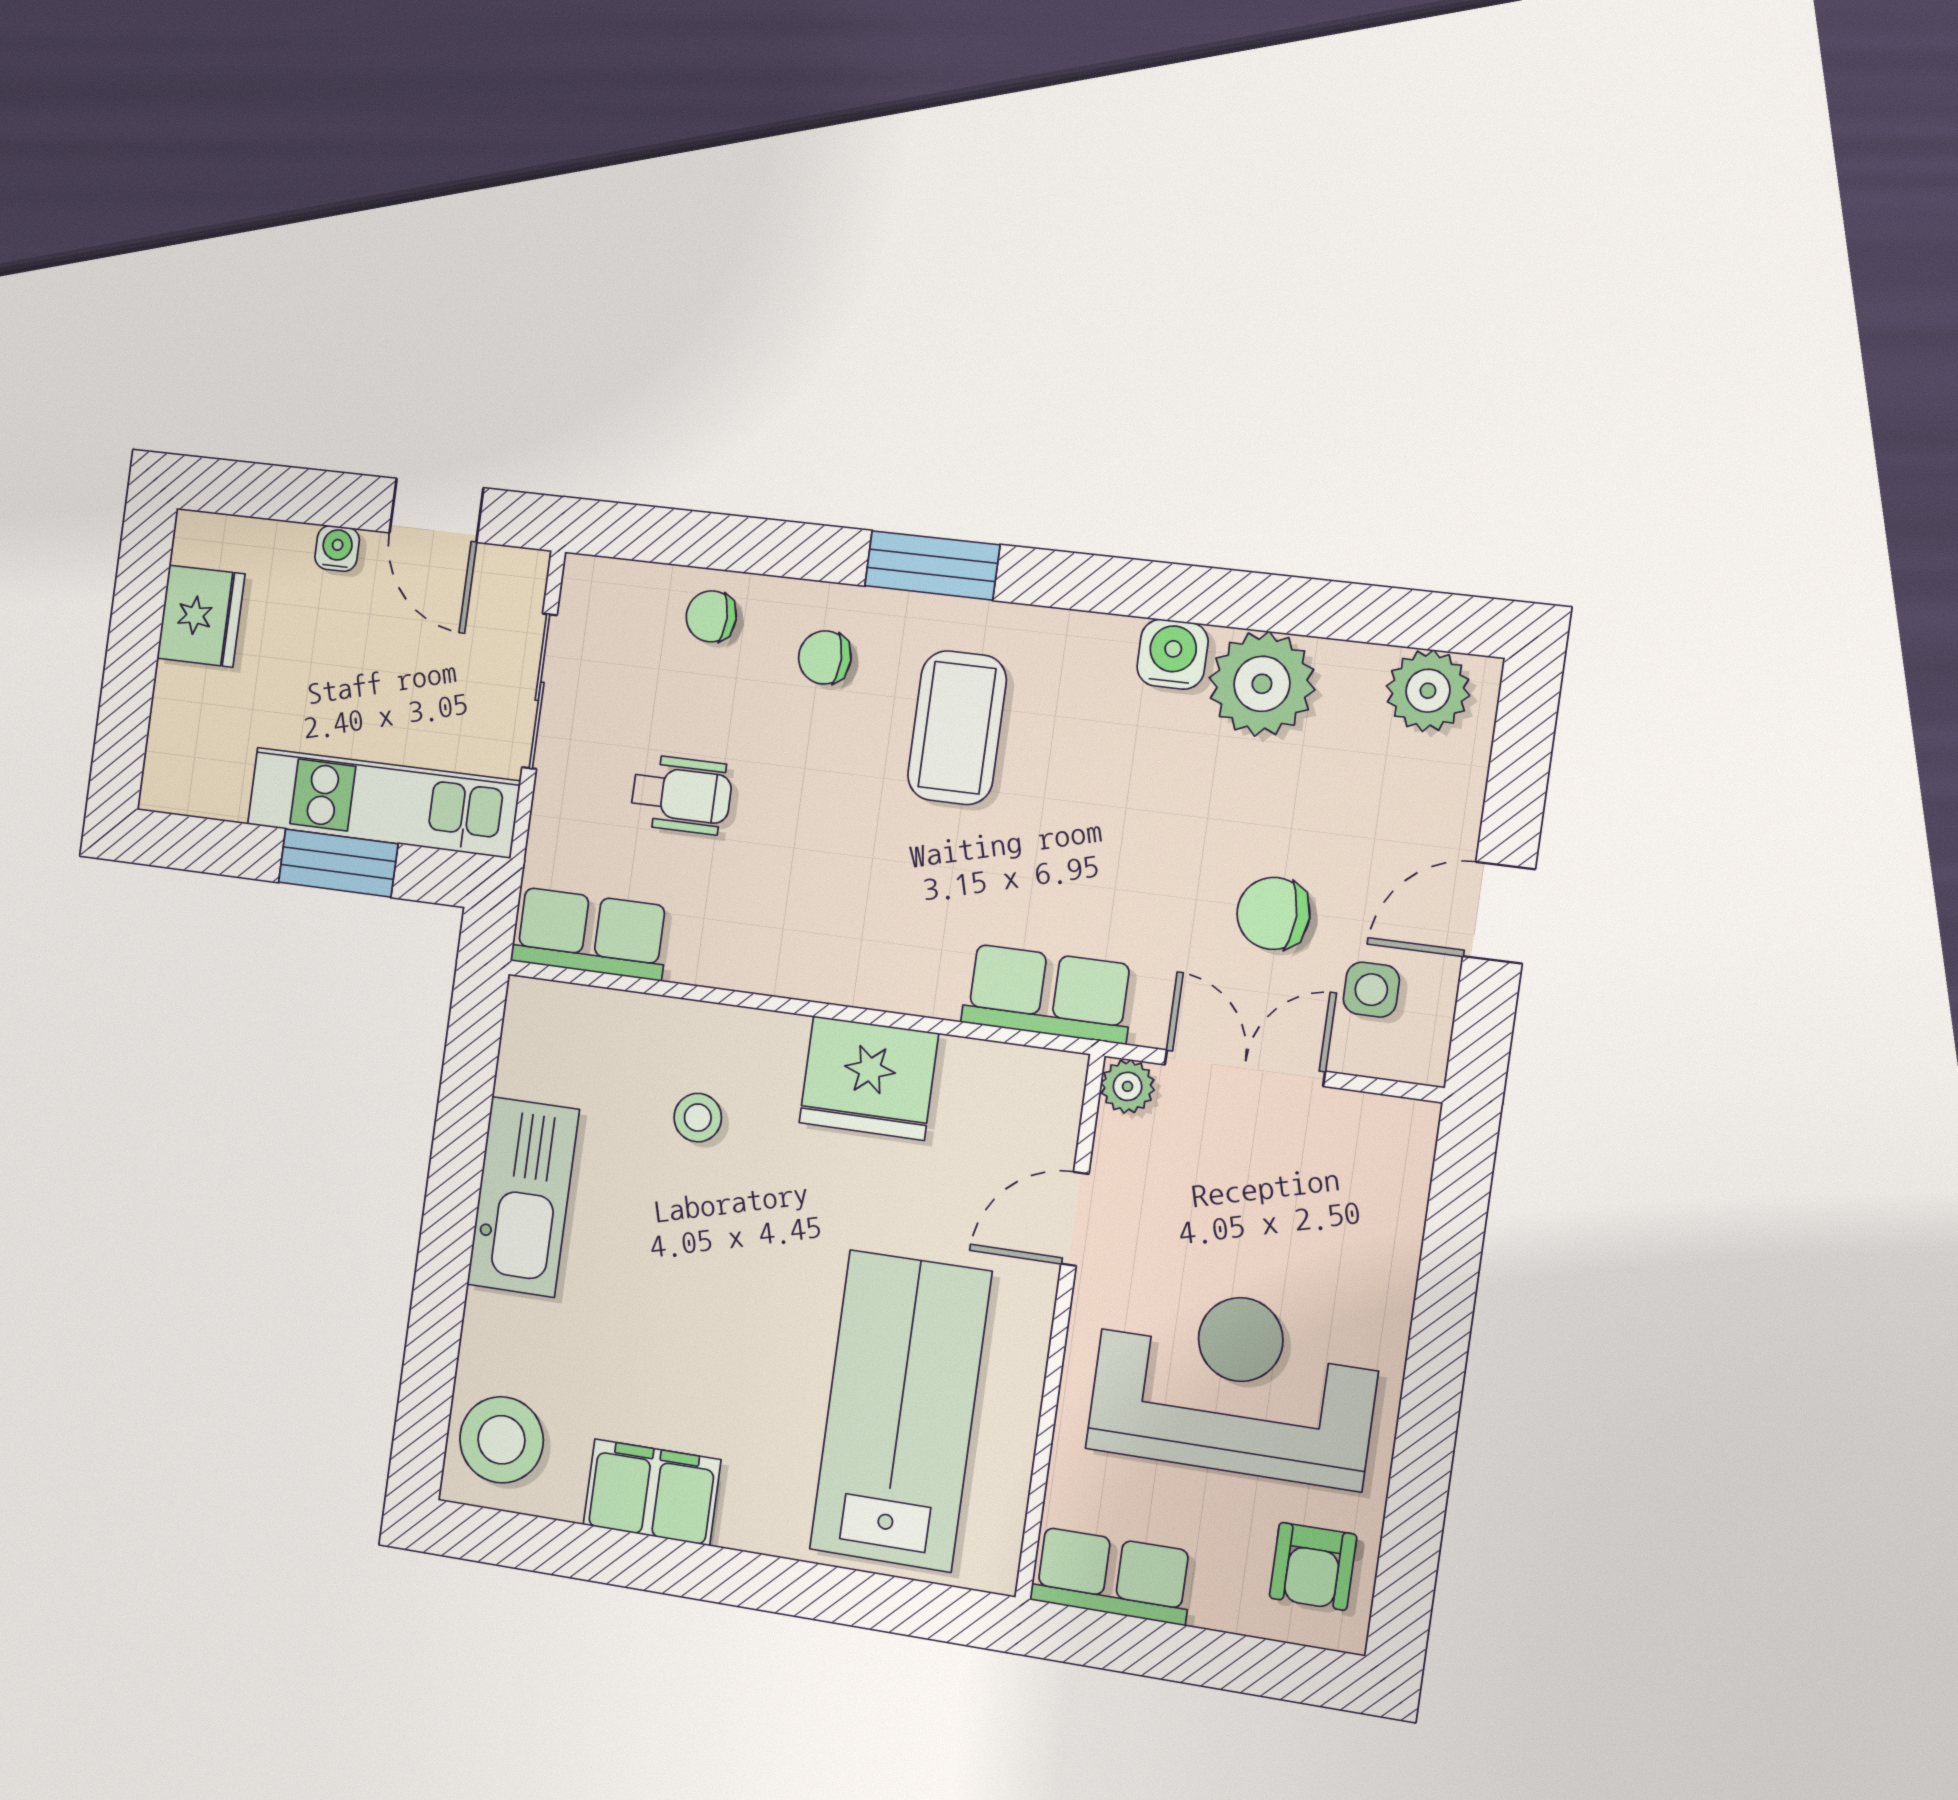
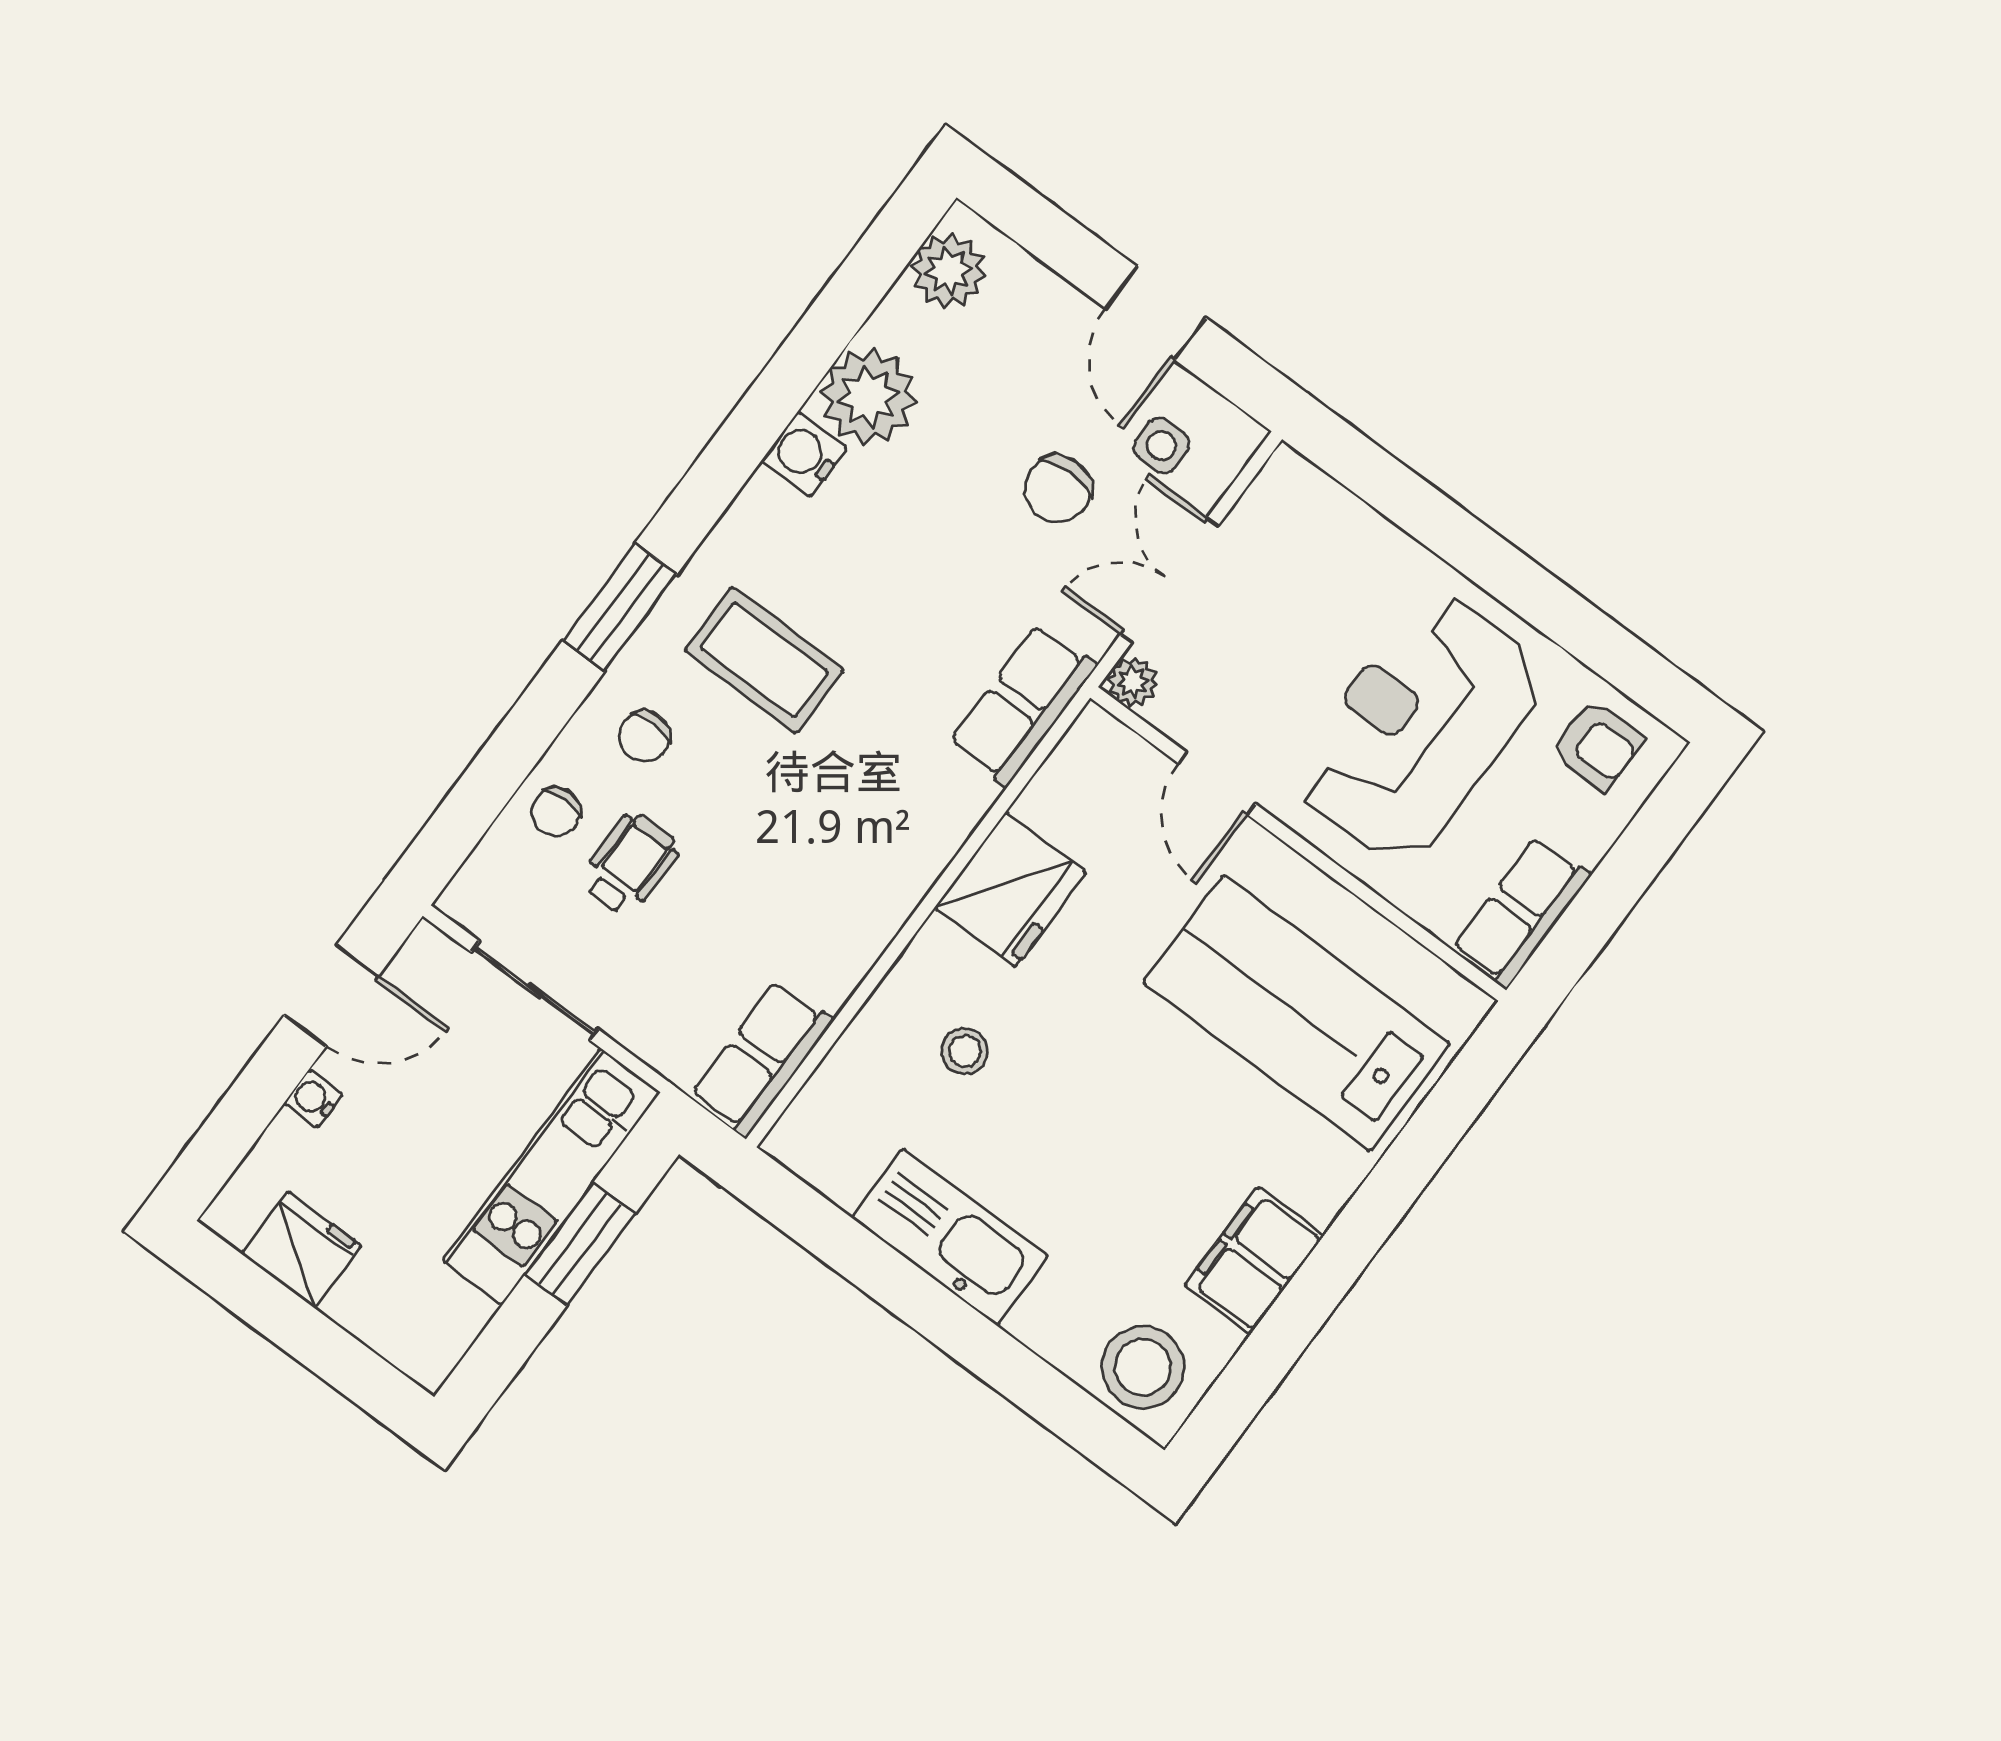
wheelchair: (681, 795) -> (630, 864), moved

